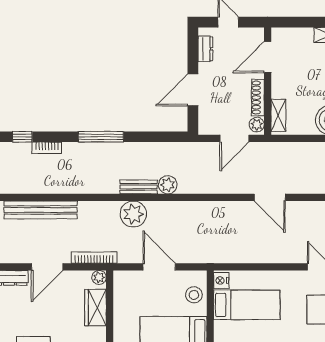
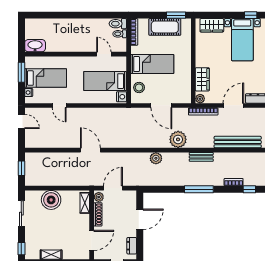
bench: (139, 187) -> (201, 157), moved

